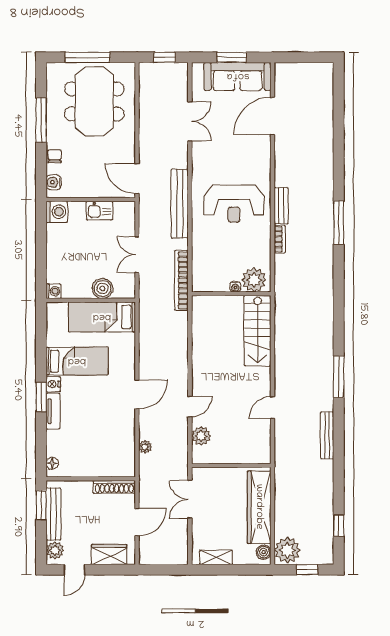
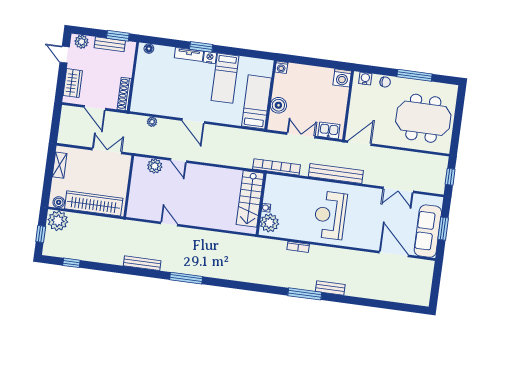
window: (87, 57) -> (458, 117), removed
bench: (281, 206) -> (330, 288), moved
kitchen sink: (99, 211) -> (329, 130), moved, turned 90
stairs: (258, 331) -> (250, 199), moved, turned -90
bench: (53, 514) -> (110, 44), width x0.73

